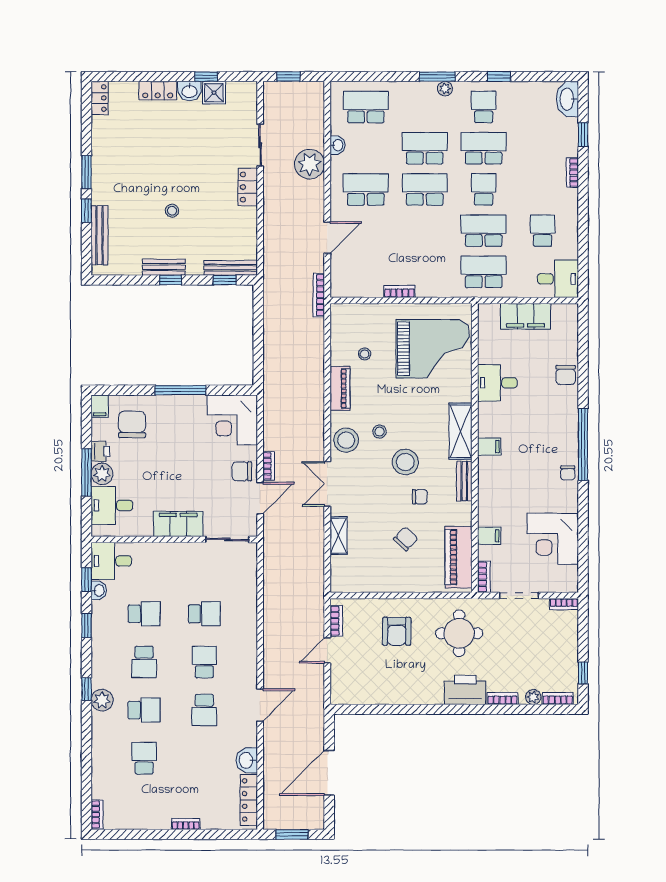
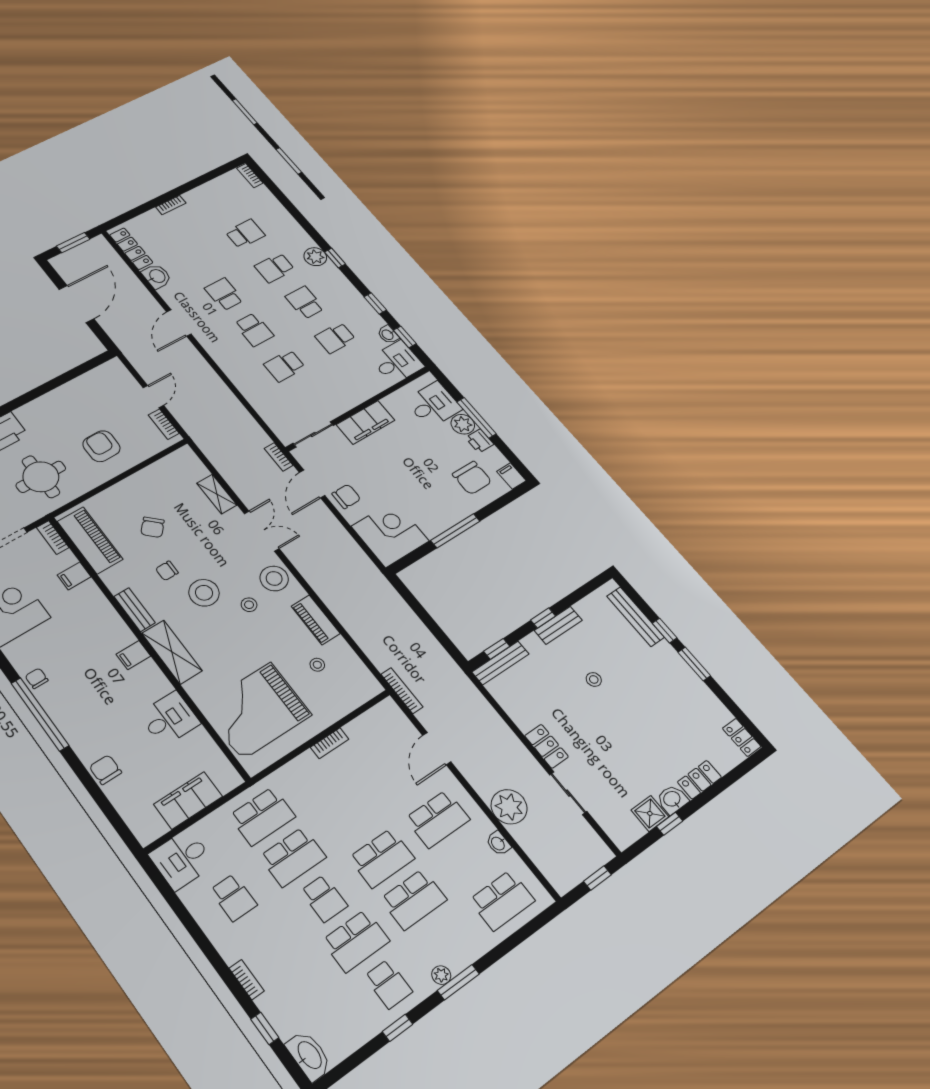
bookcase: (269, 466) -> (279, 457), moved
school desk: (144, 758) -> (245, 234), turned -90

